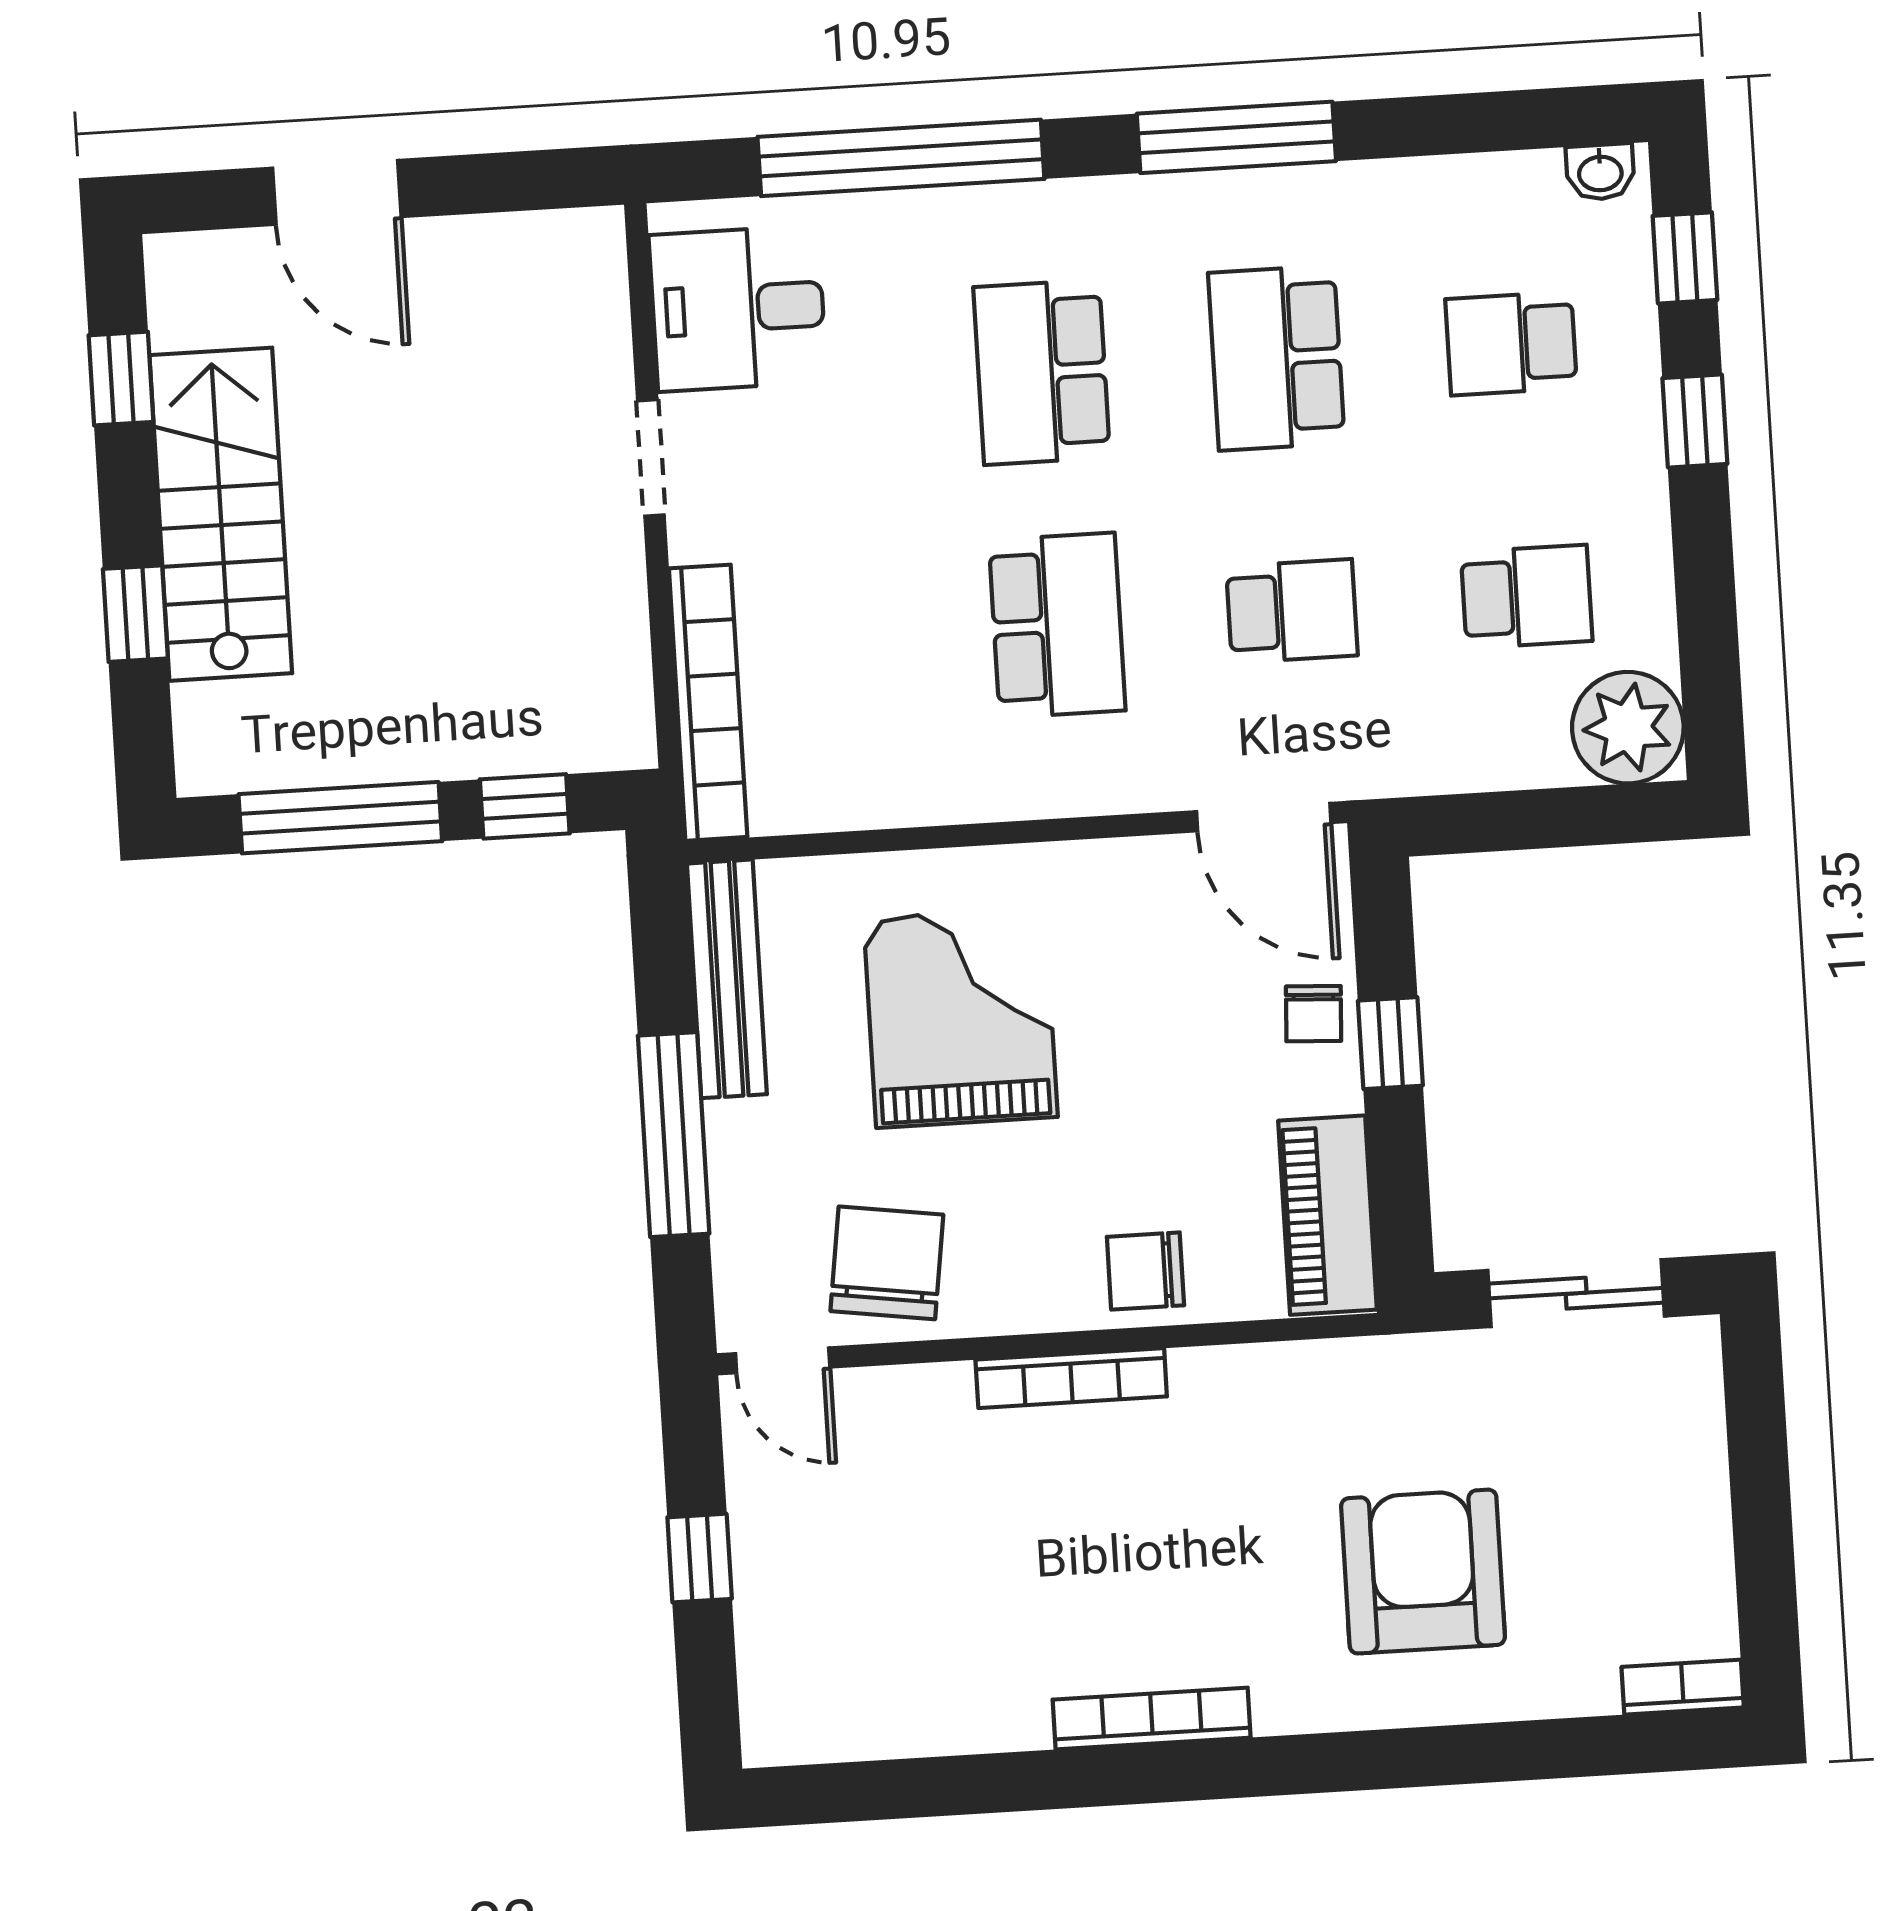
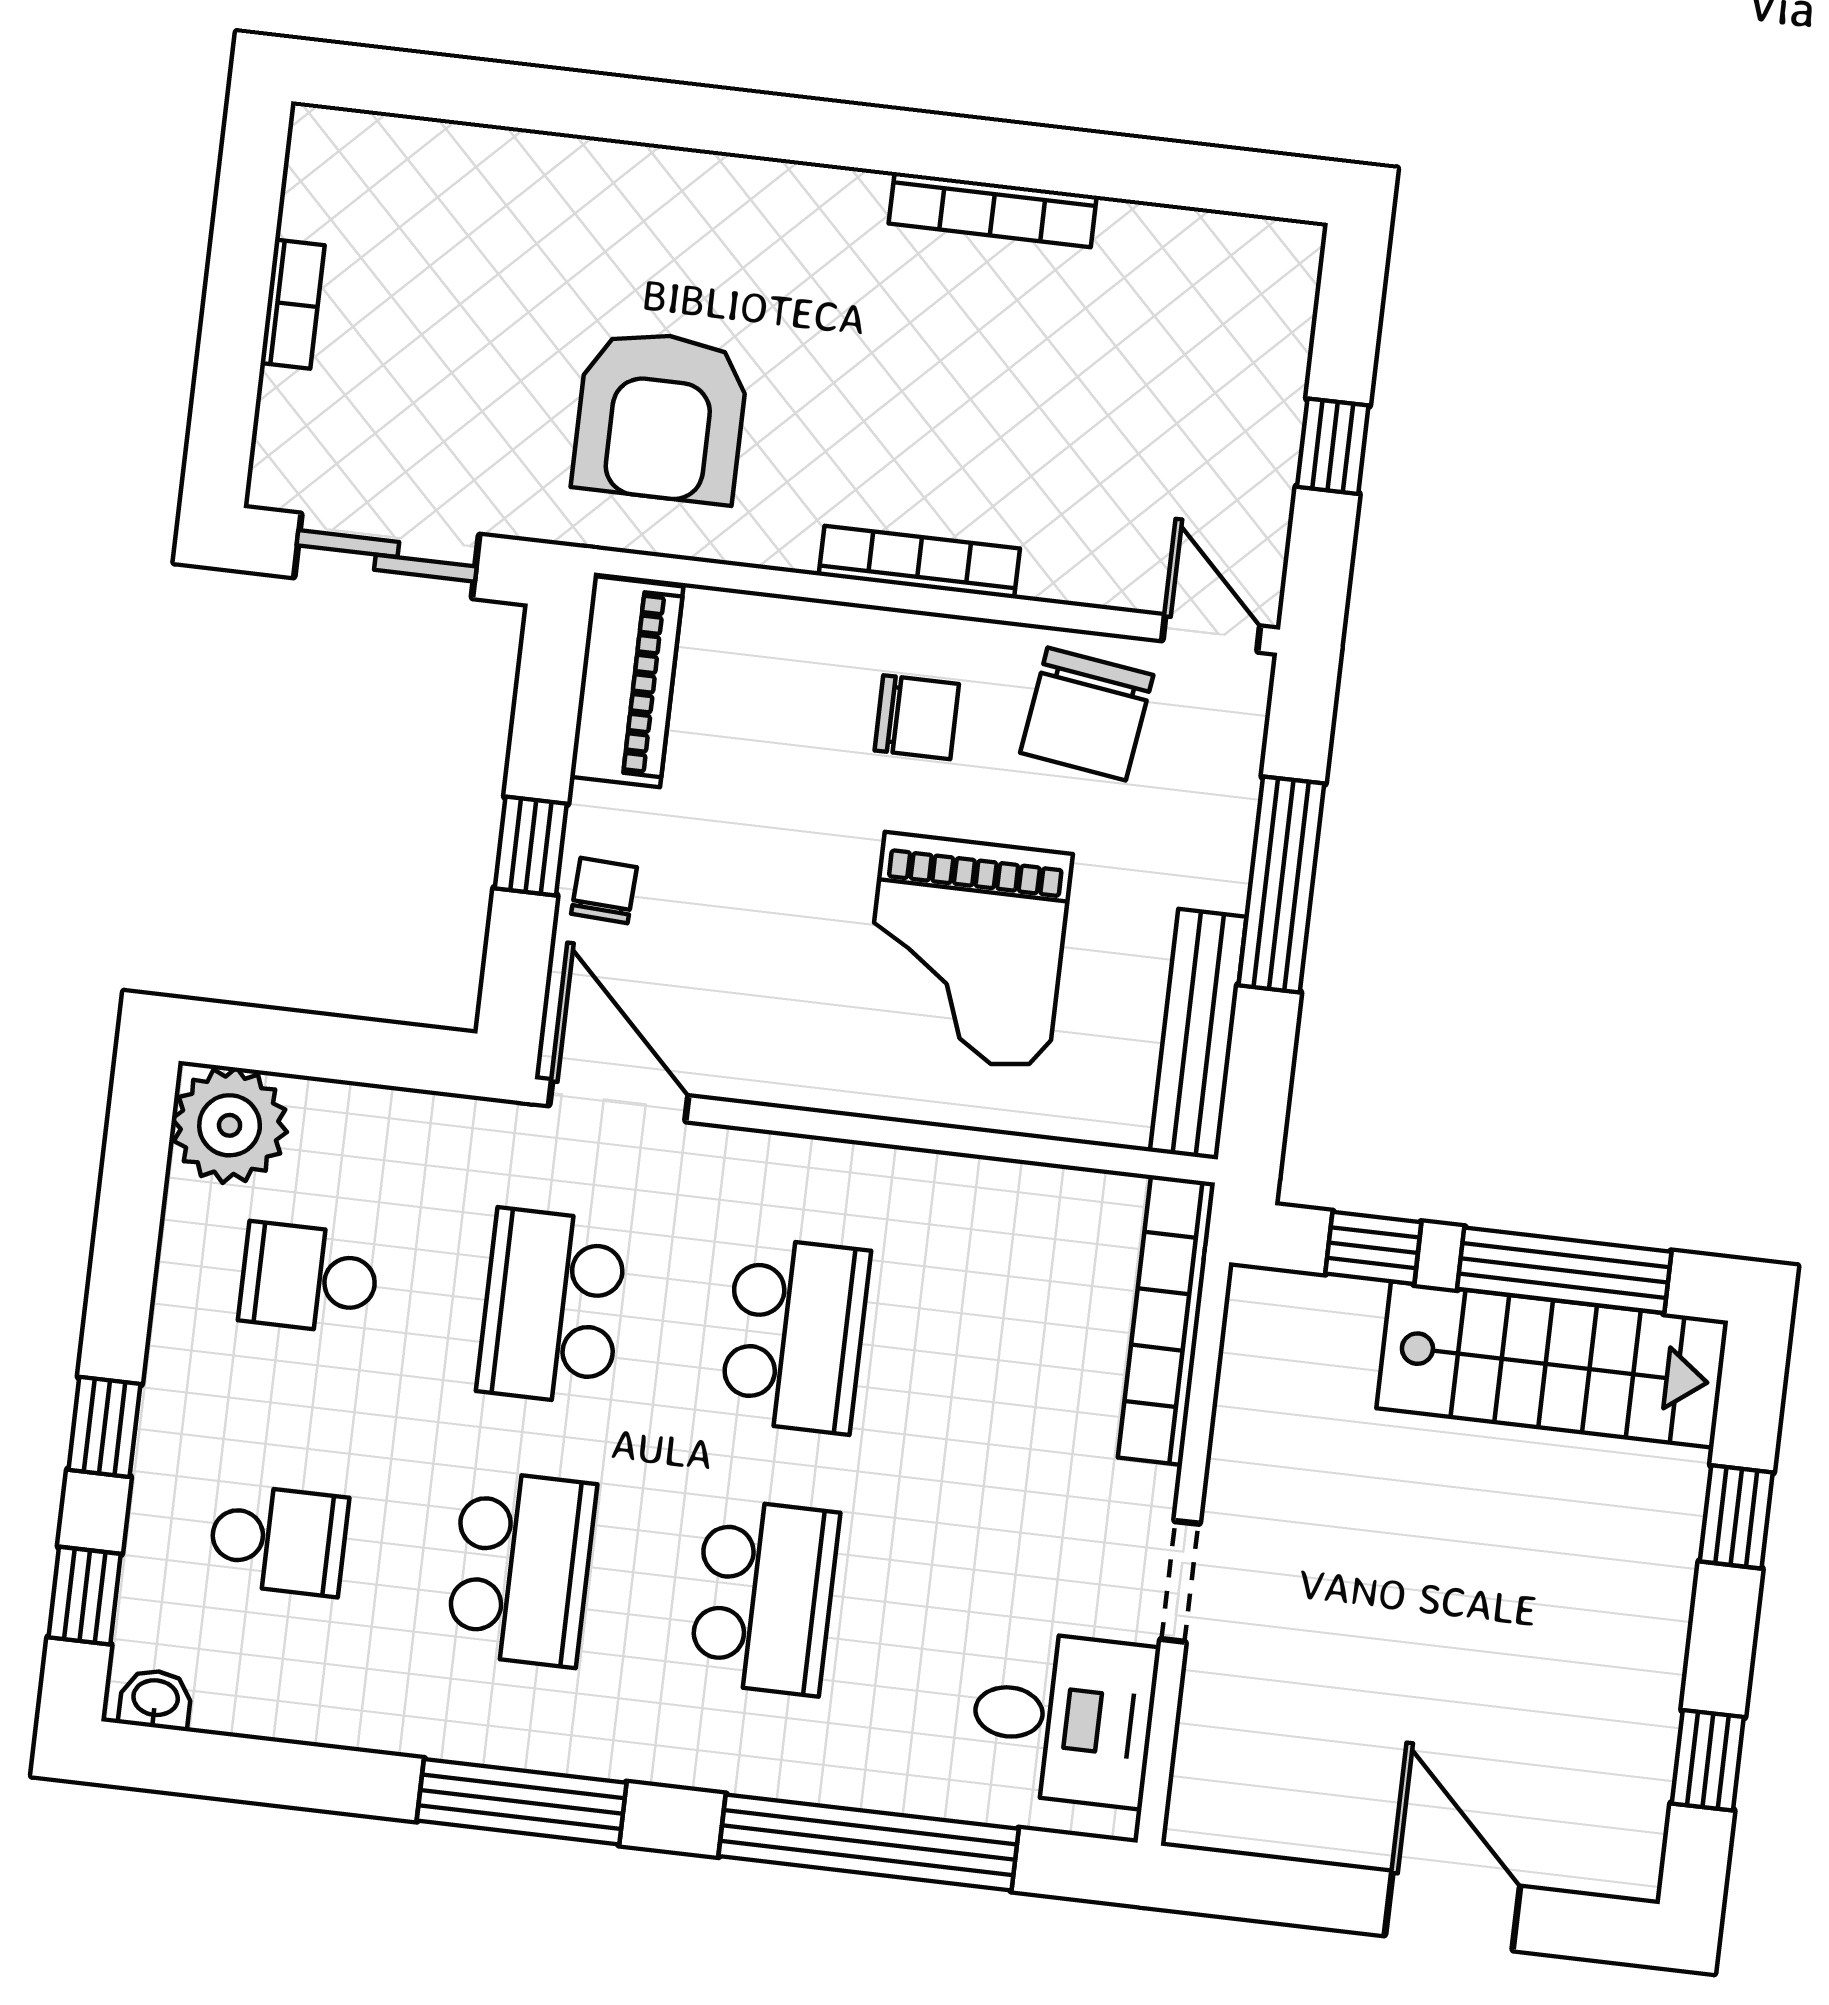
stairs: (221, 514) -> (1552, 1364), moved, turned -90
school desk: (1292, 611) -> (552, 1307), width x1.85
school desk: (1057, 625) -> (795, 1335), turned 180
chair: (1145, 1271) -> (917, 717), moved
armchair: (1423, 1572) -> (660, 416), moved
bookcase: (1683, 1687) -> (293, 304), moved, turned -90
bookcase: (1152, 1719) -> (993, 210), moved

